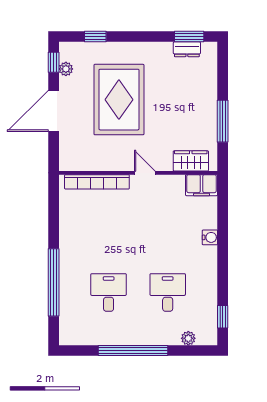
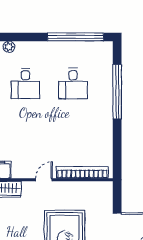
door: (145, 173) -> (44, 180), swing flipped
window: (133, 350) -> (76, 37), moved

